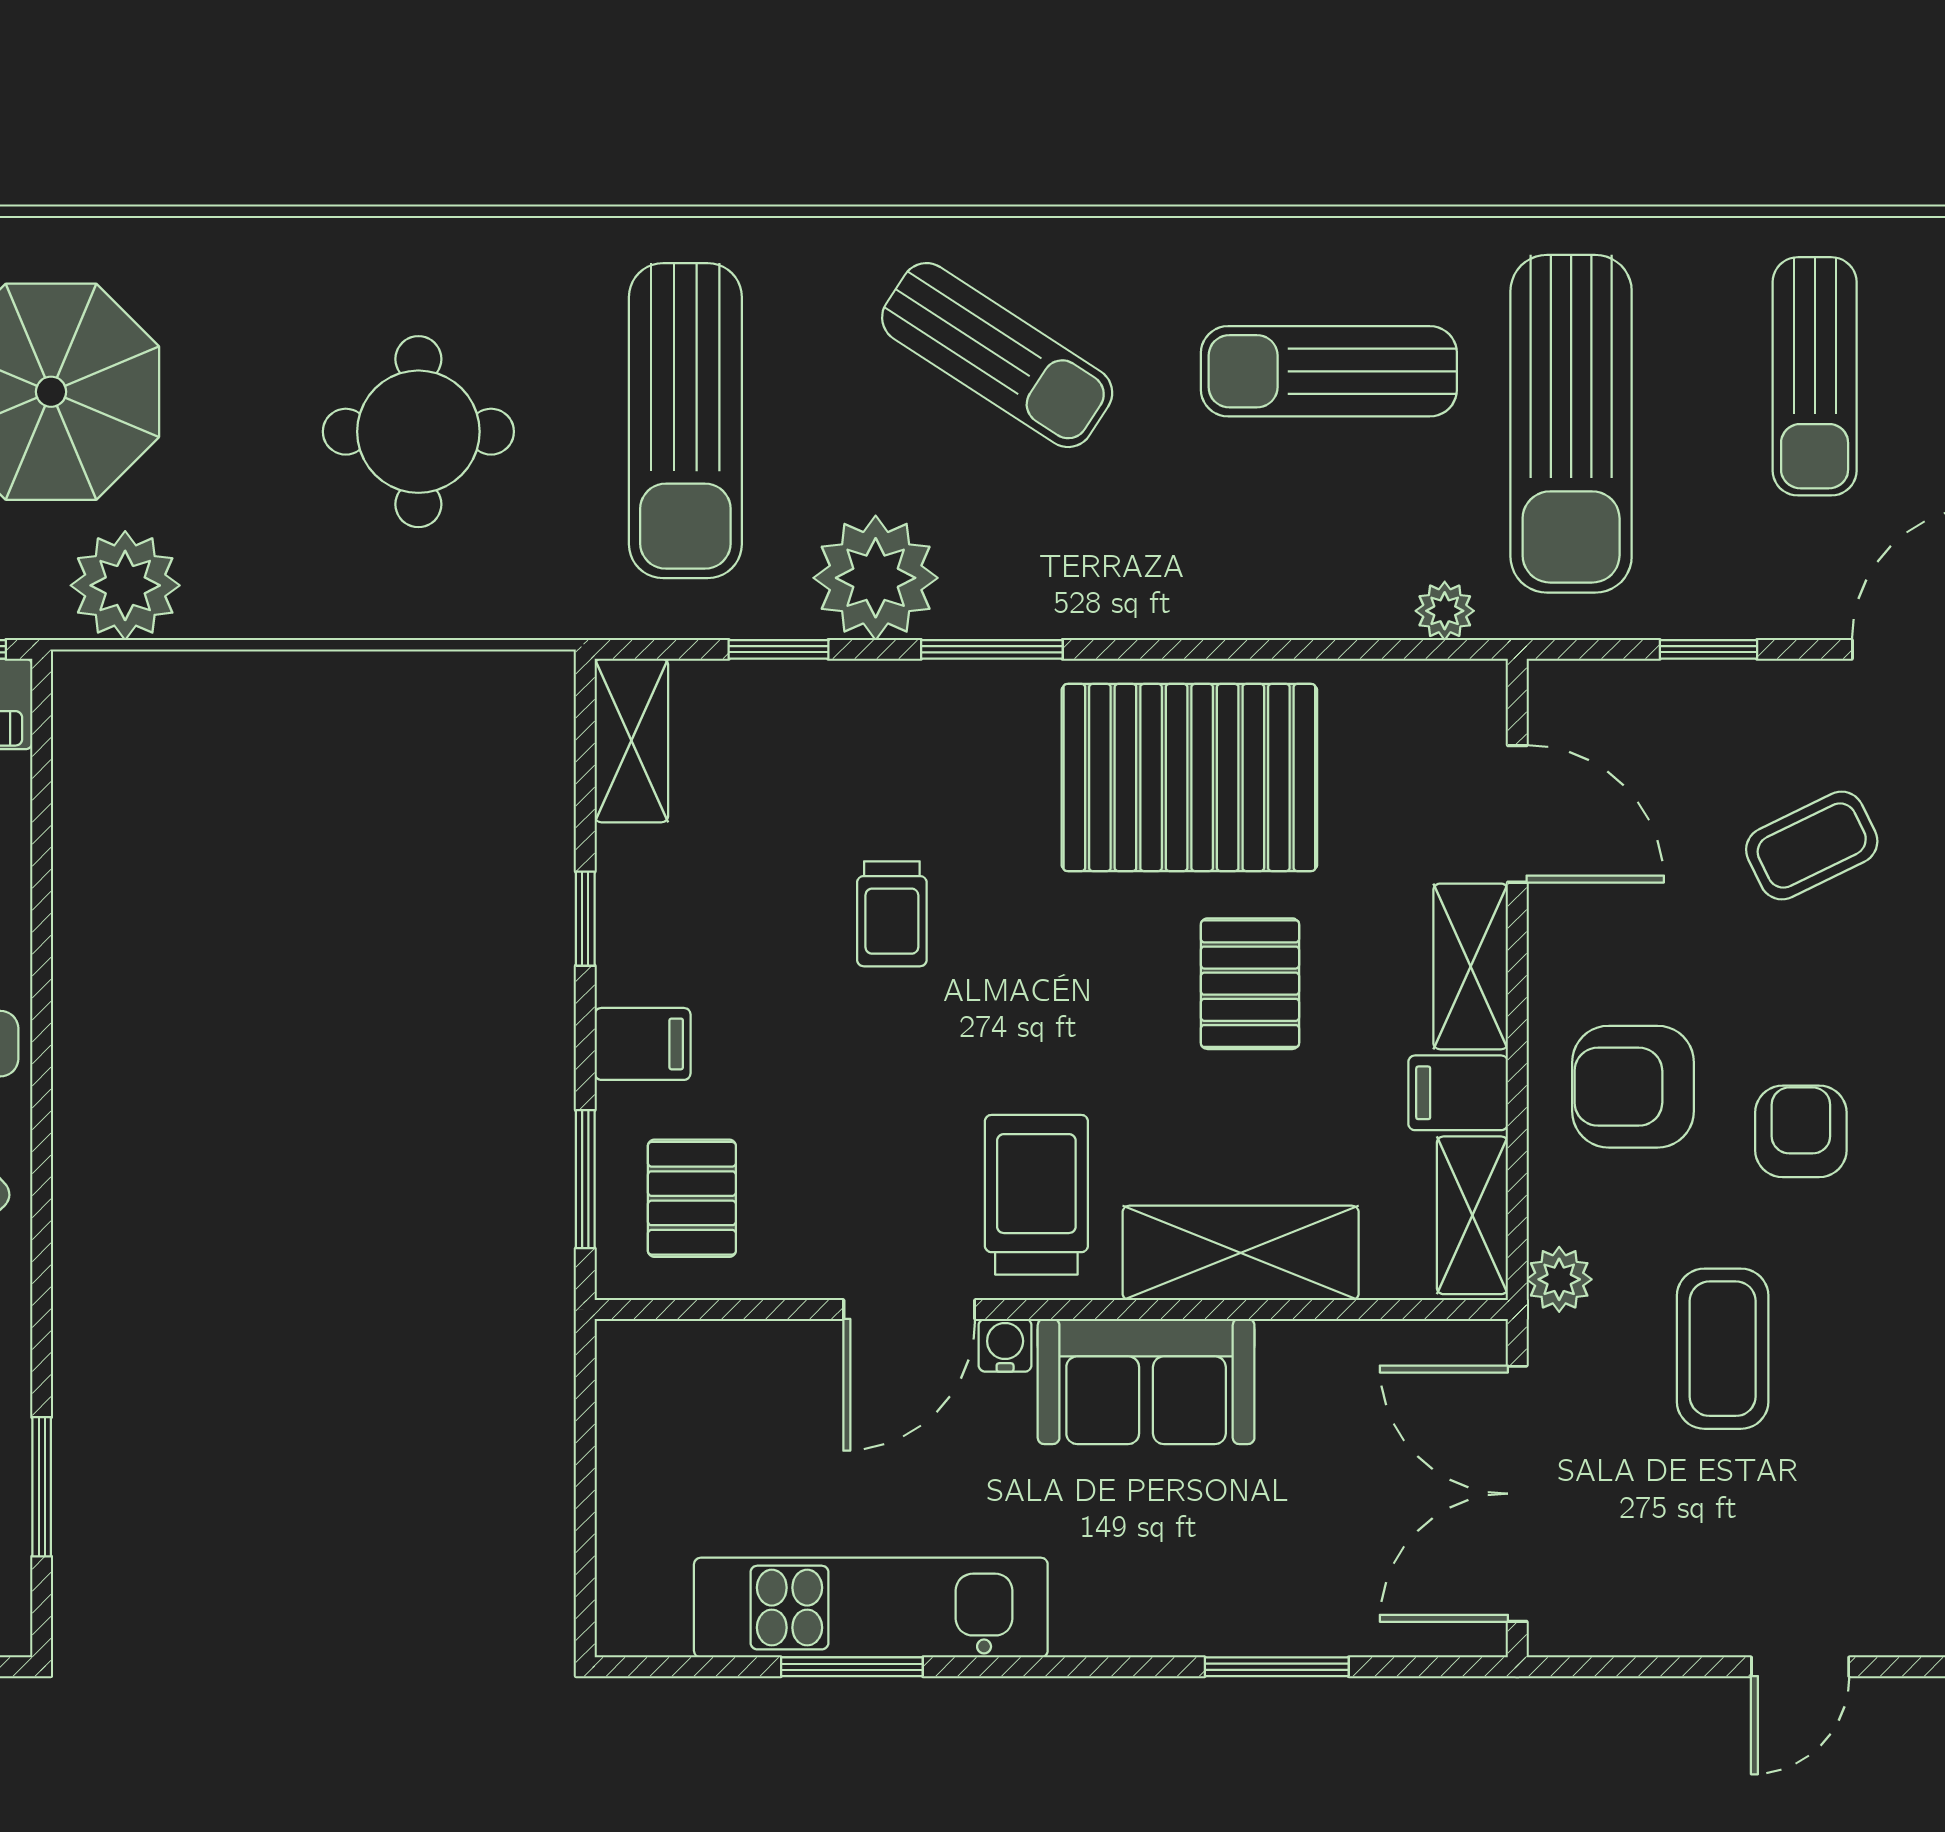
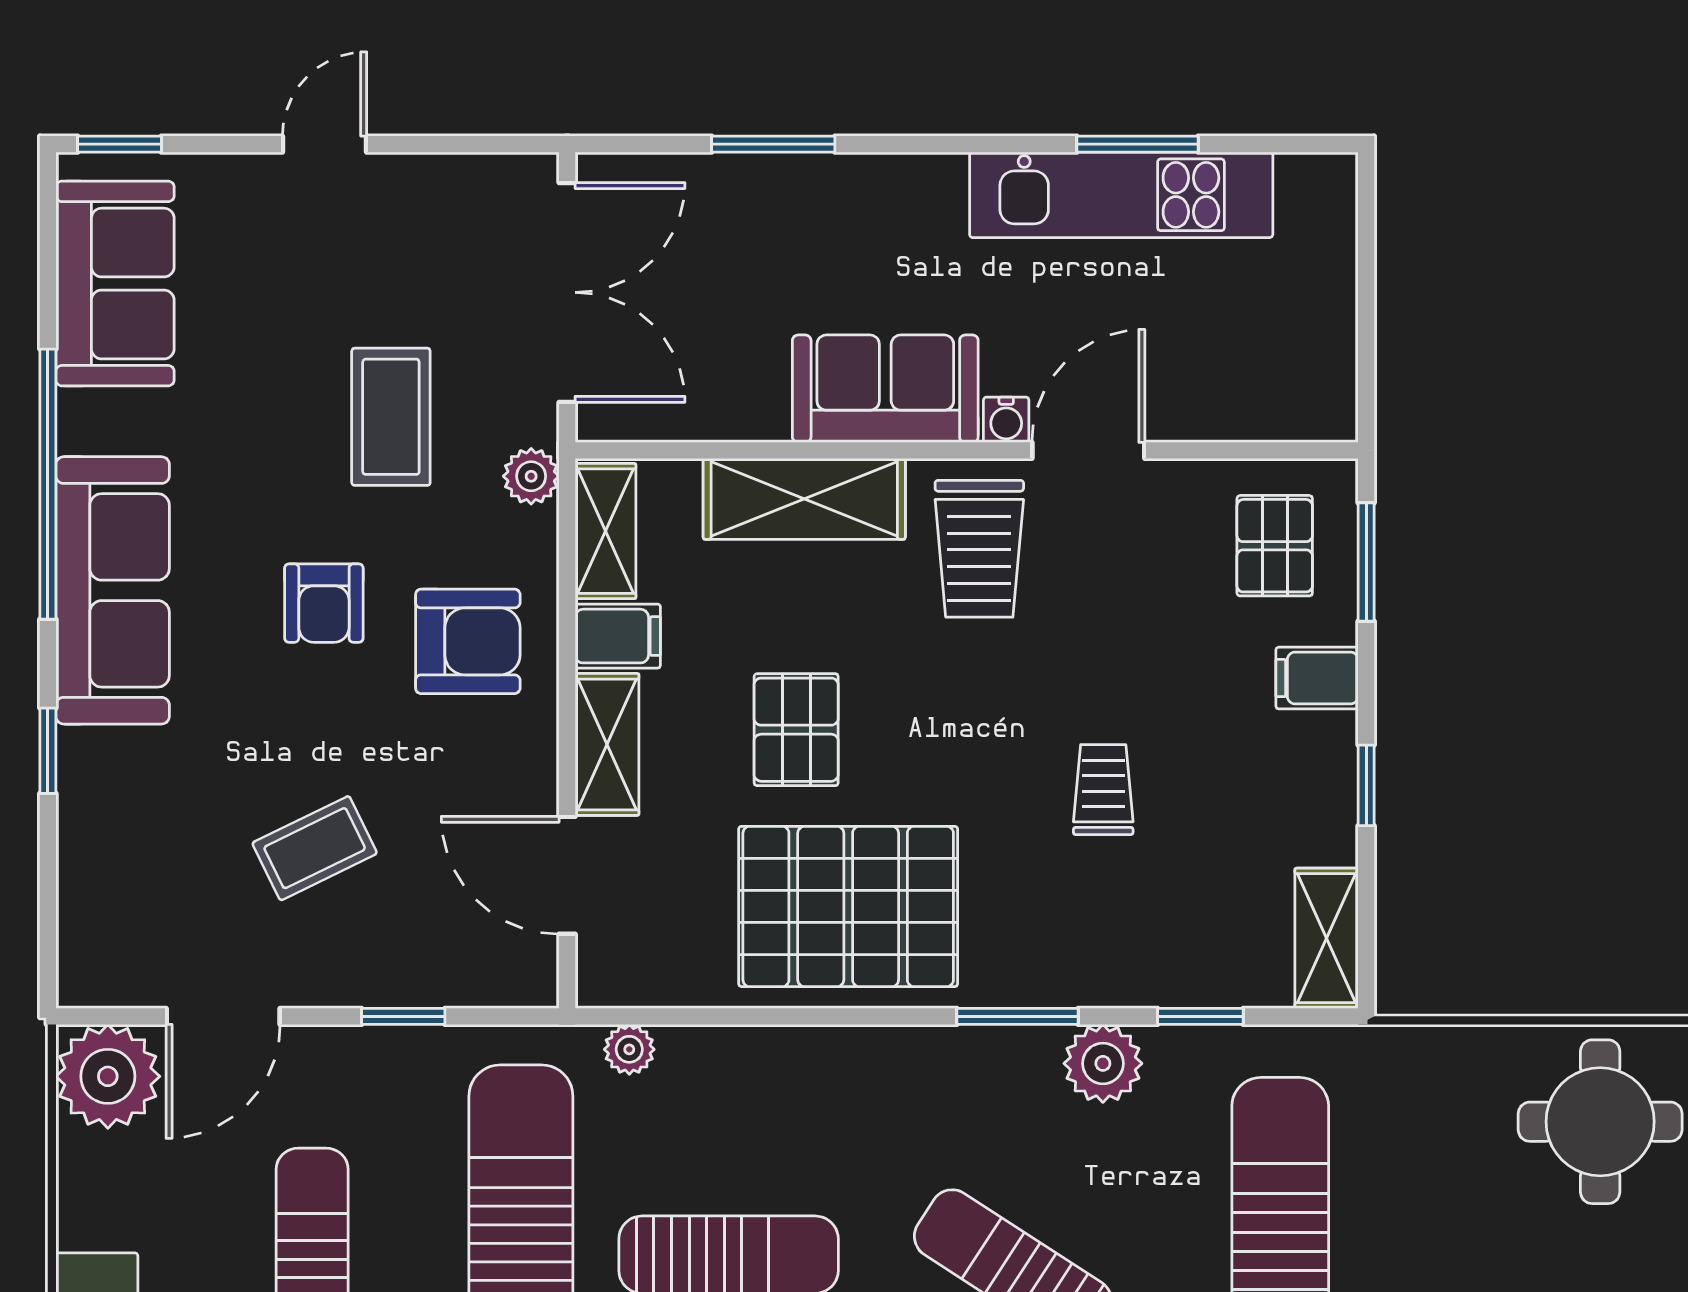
round table: (418, 432) -> (1600, 1122), moved
plant: (876, 578) -> (1103, 1063), width x0.73, depth x0.73

